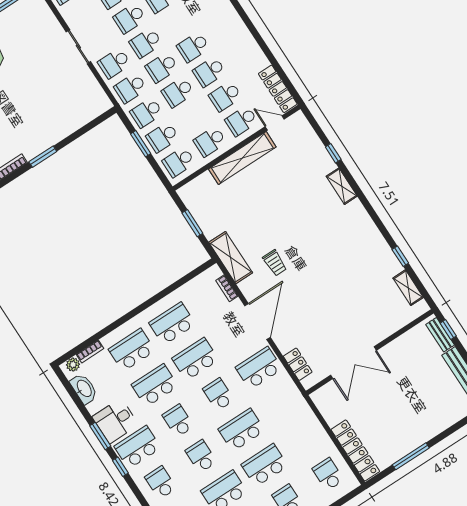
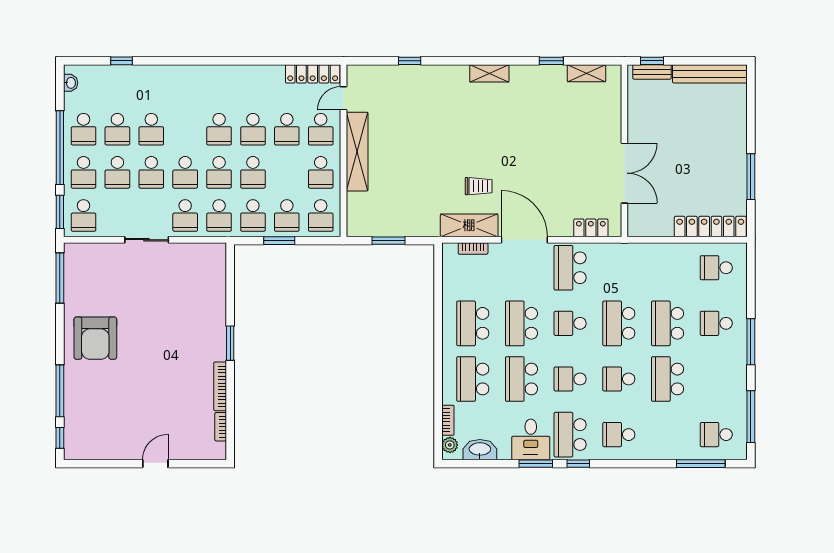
shelving: (342, 186) -> (489, 73), moved
shelving: (231, 258) -> (469, 225), moved

